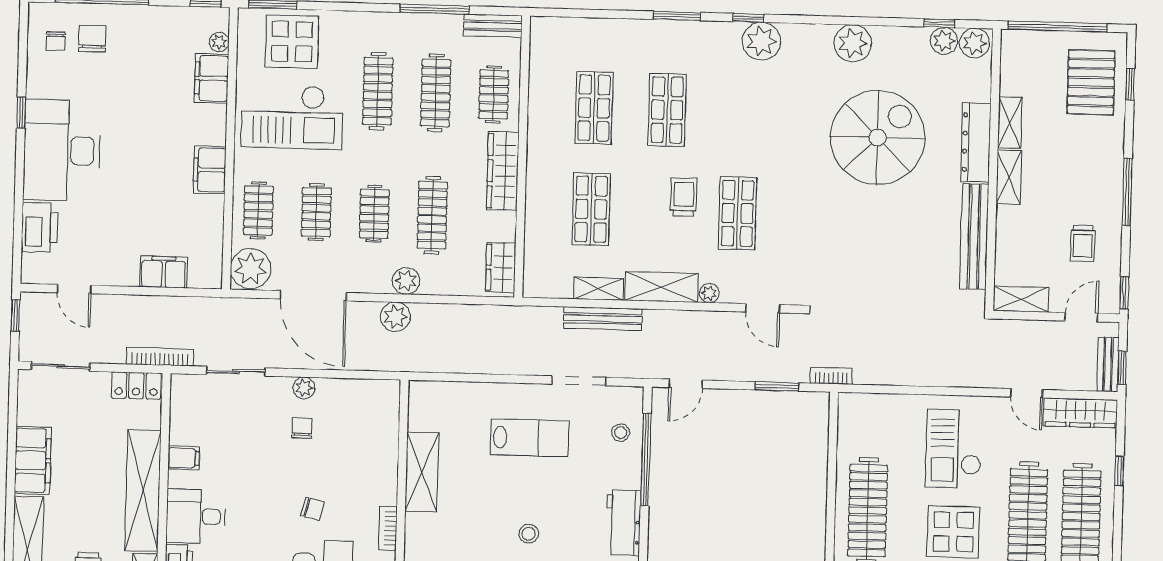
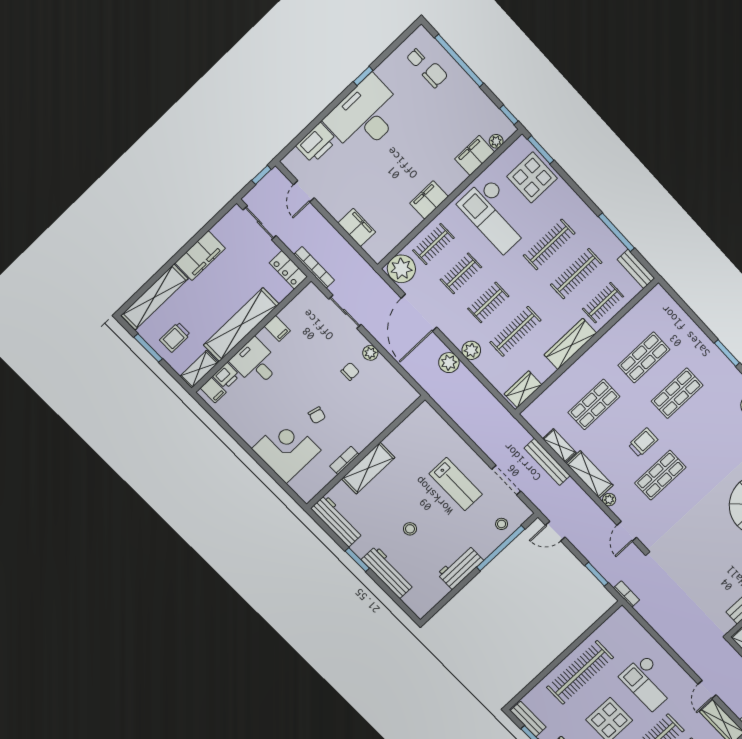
checkout: (954, 449) -> (648, 682), turned -90
shelving: (422, 472) -> (368, 468), moved

